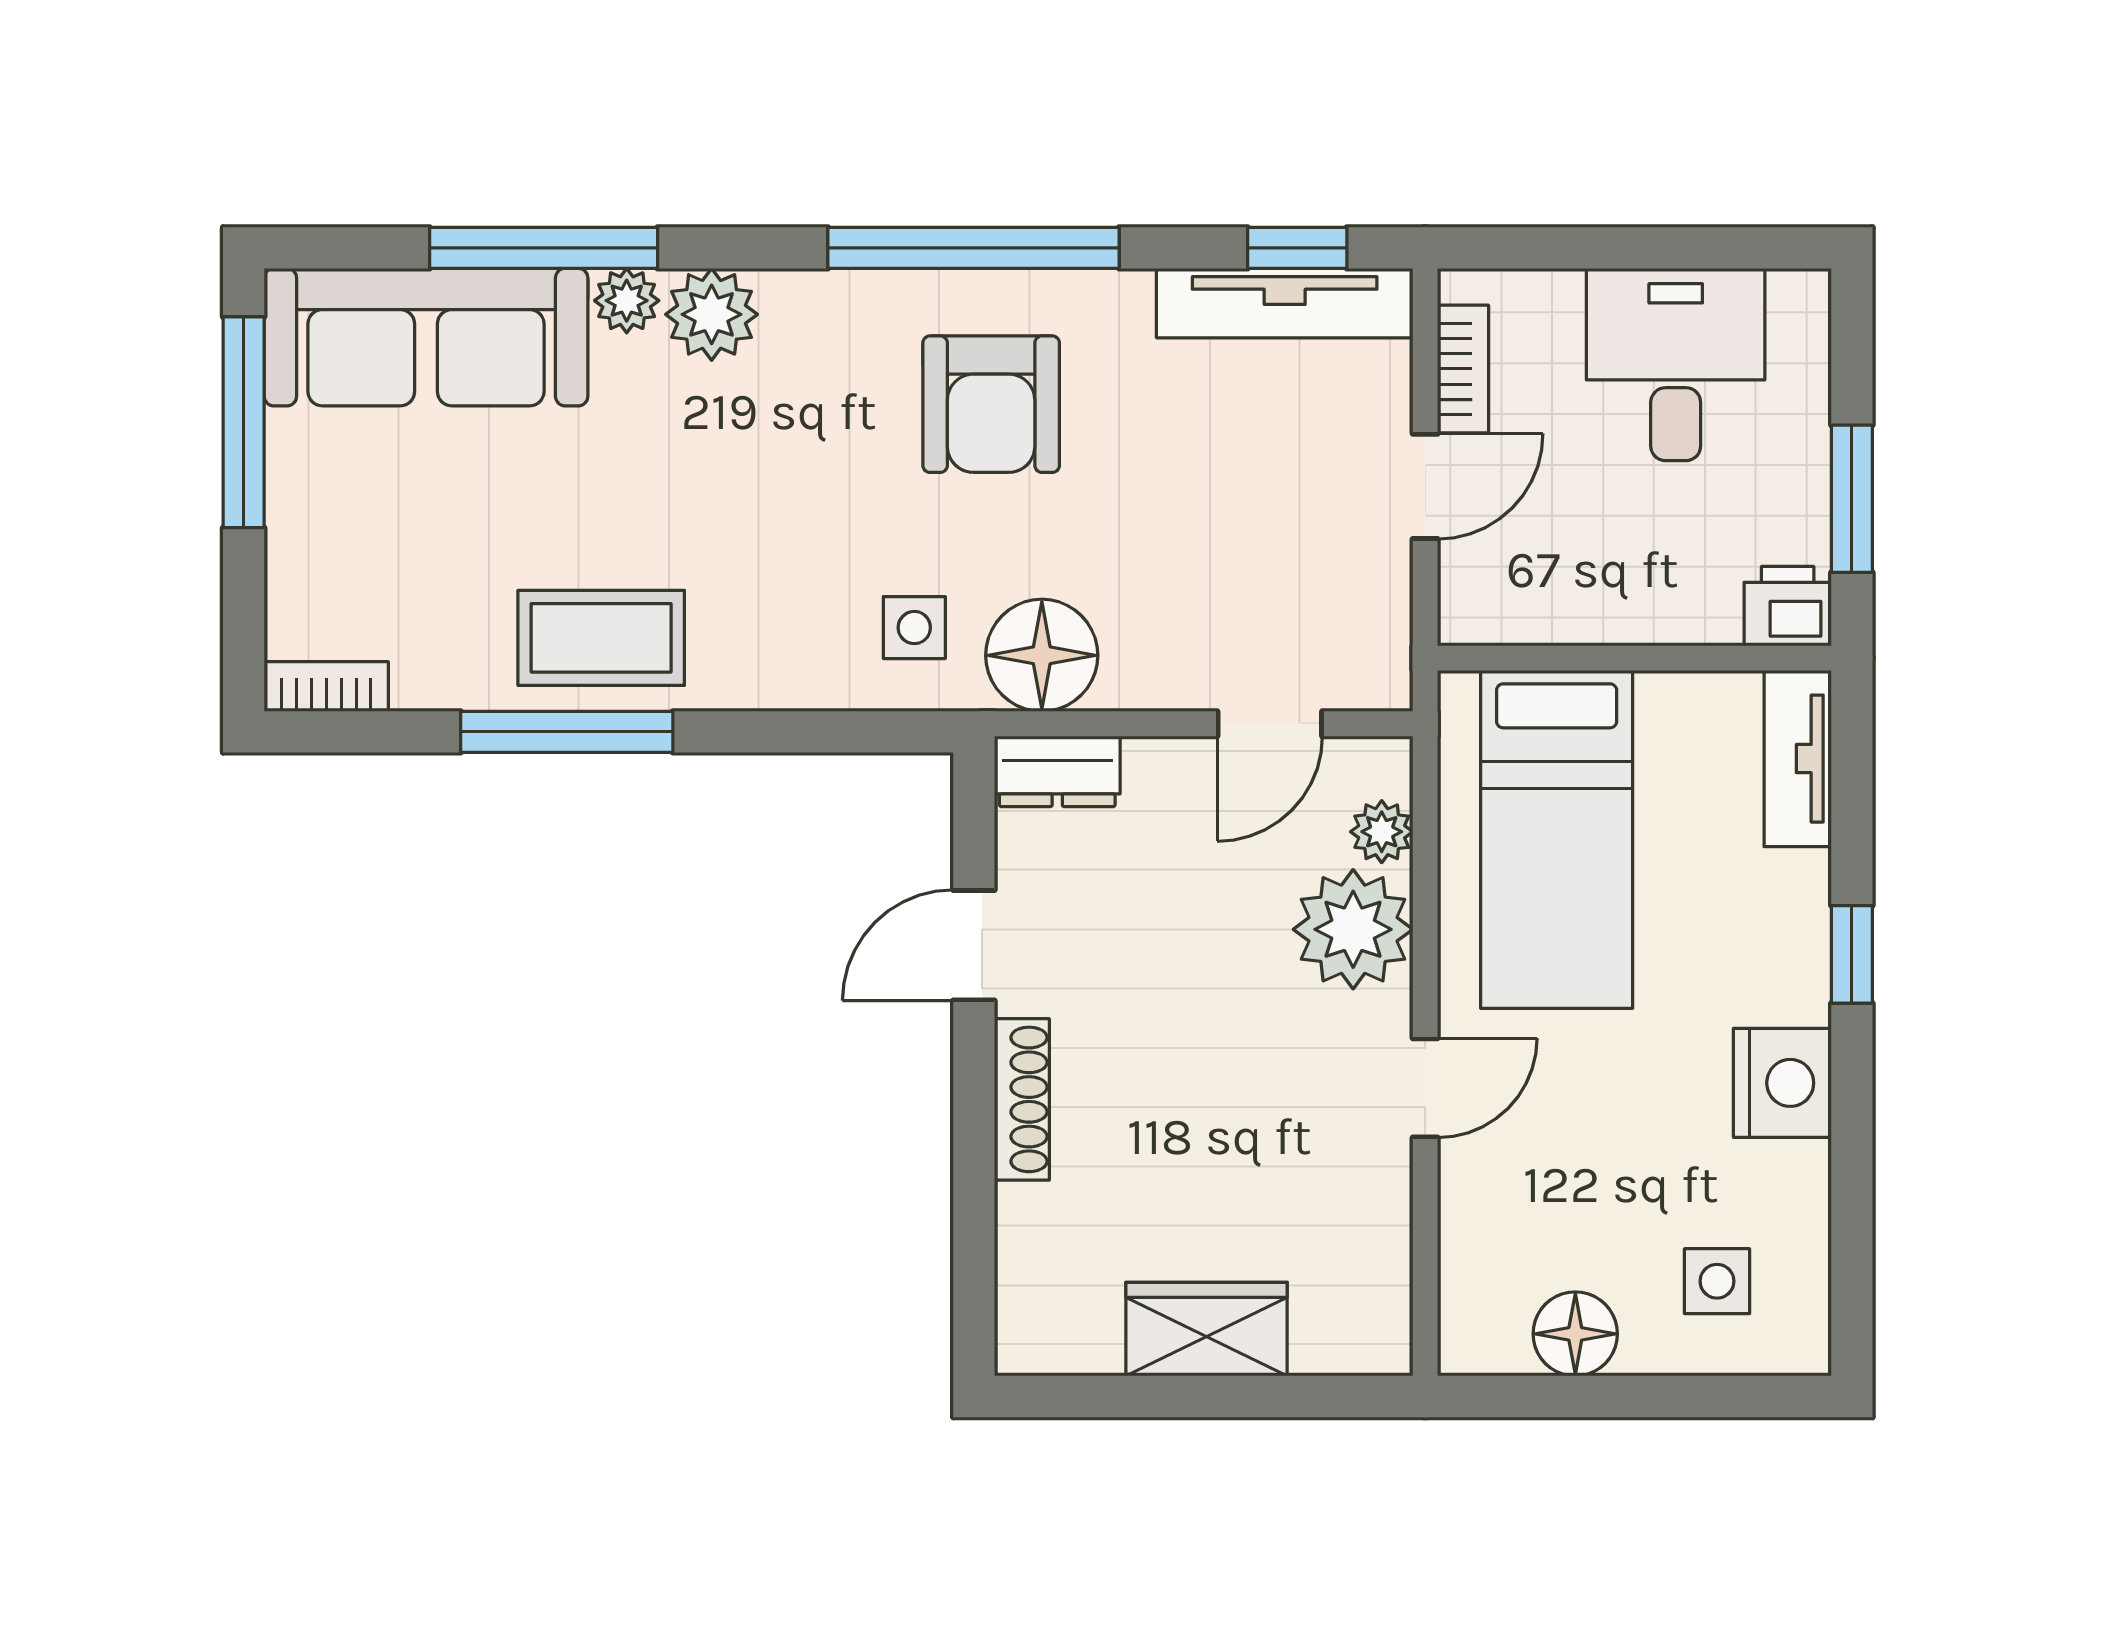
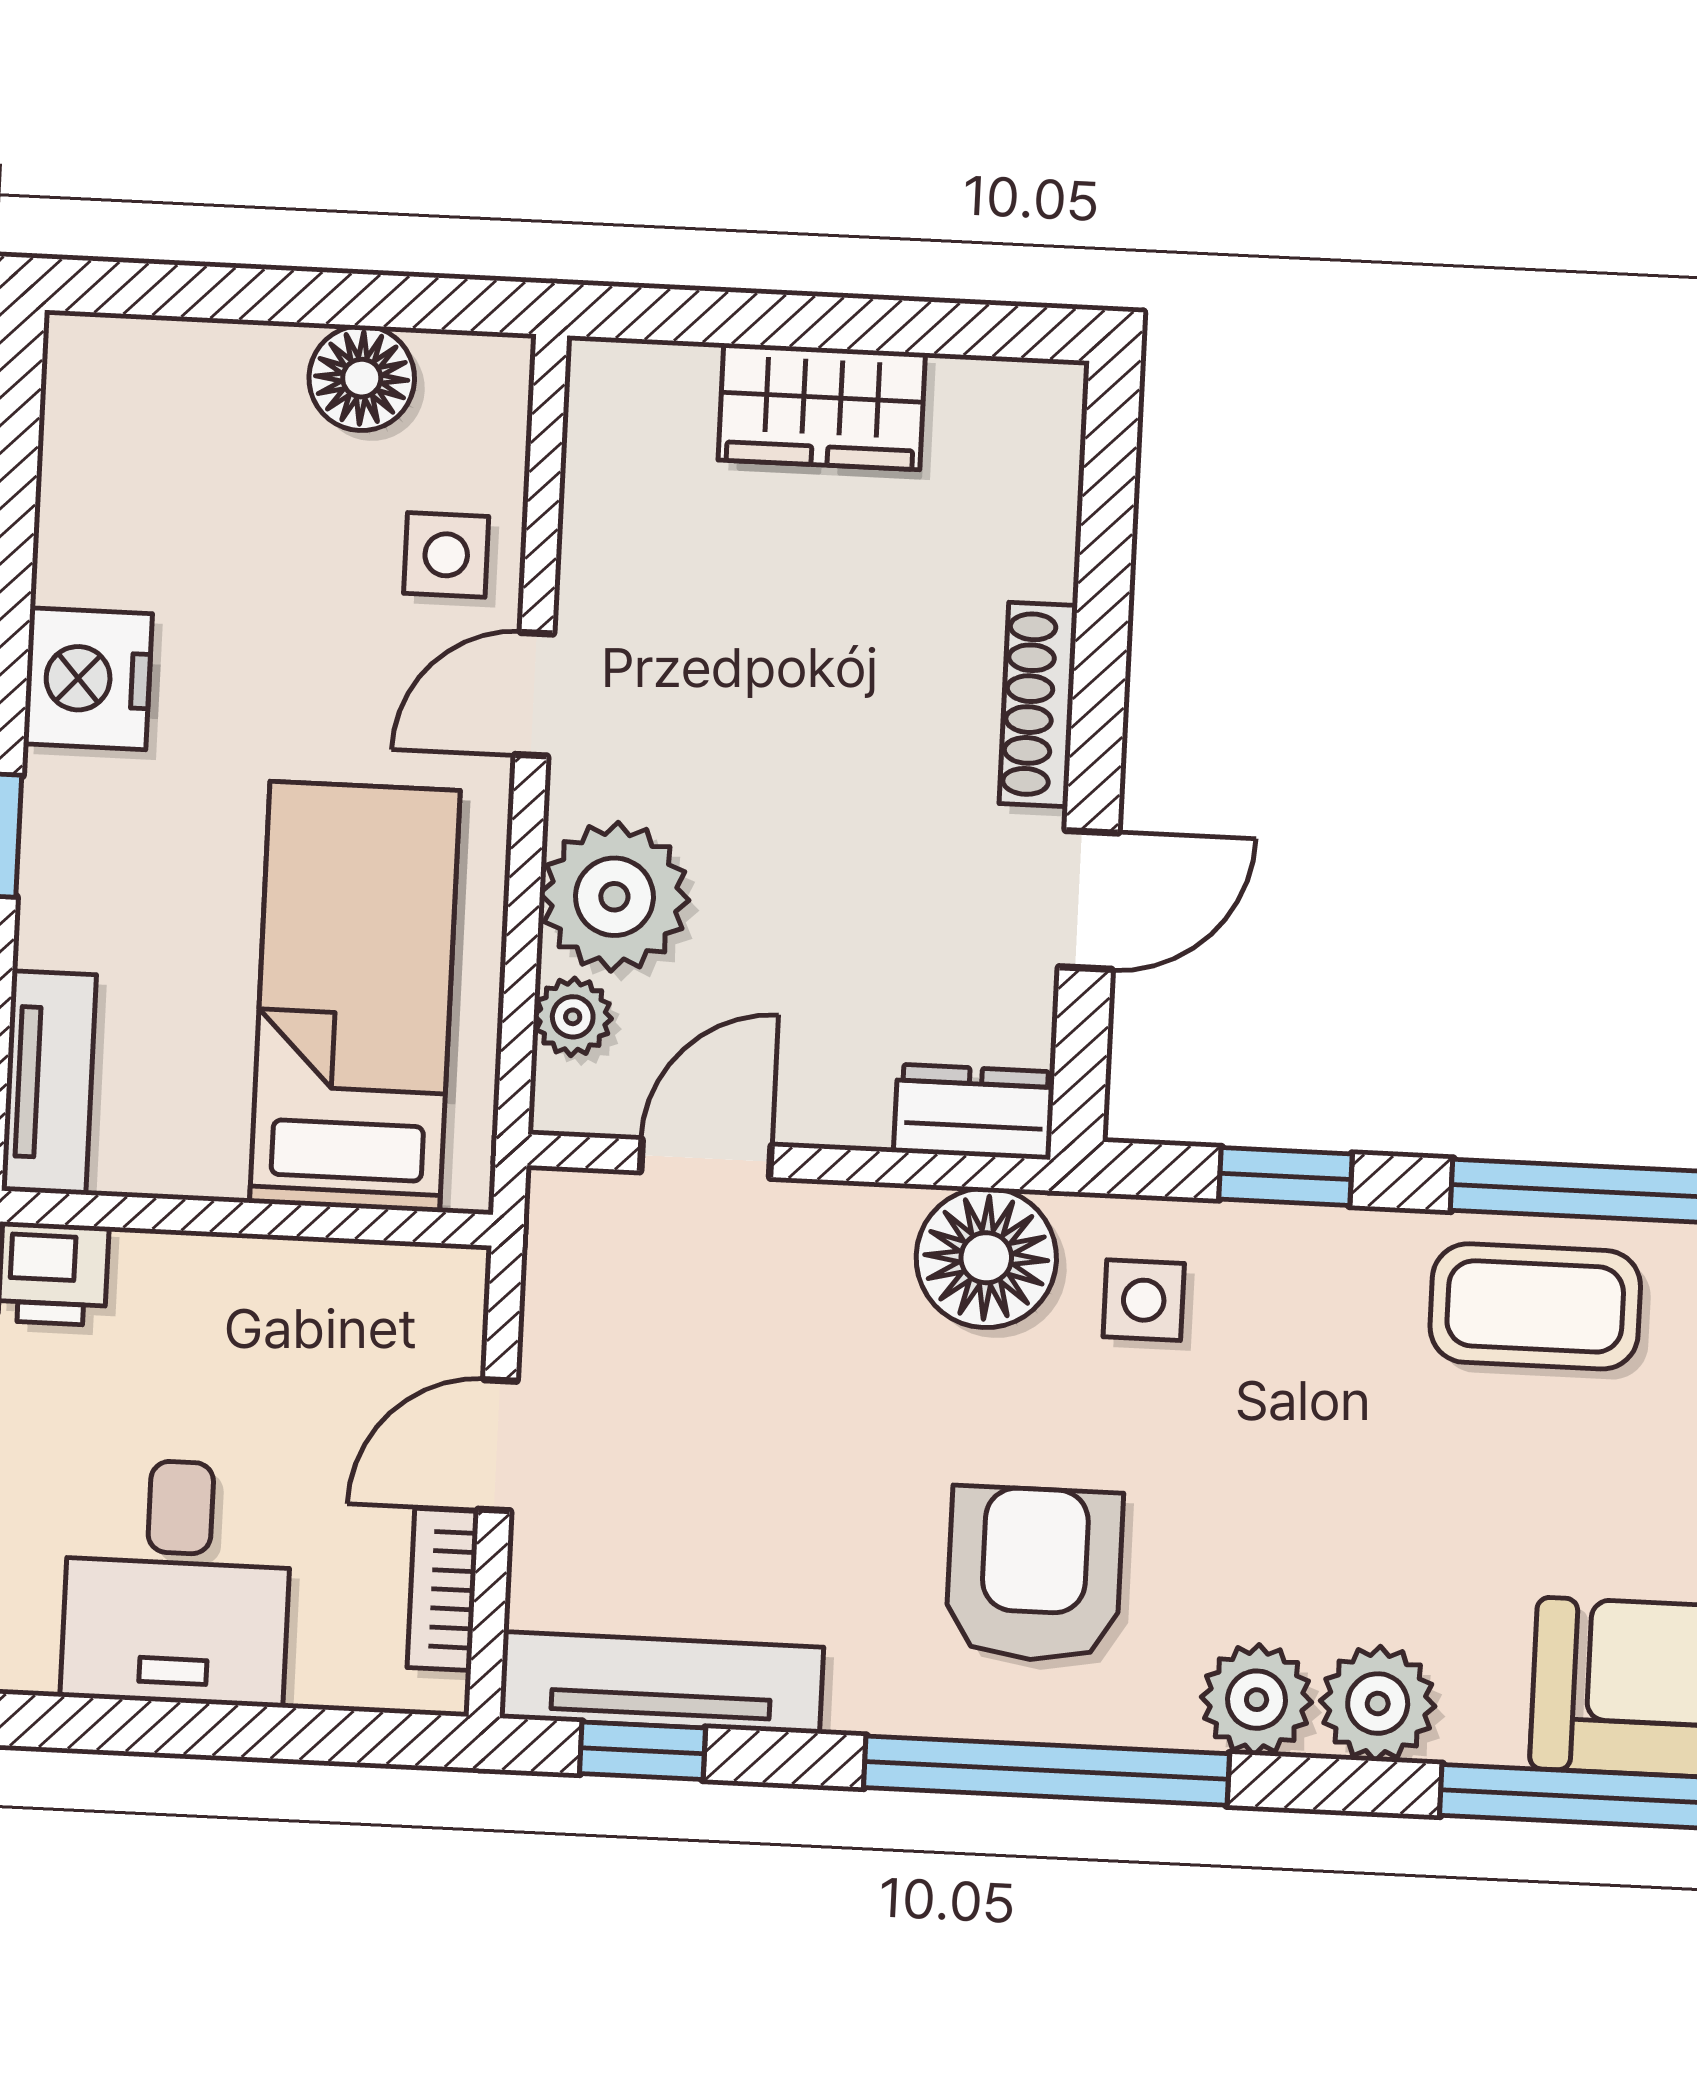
plant: (627, 301) -> (1257, 1700), moved, width x1.38, depth x1.38
window: (806, 732) -> (1286, 1177), added
side table: (1717, 1281) -> (446, 555), moved

